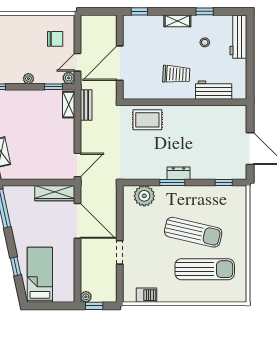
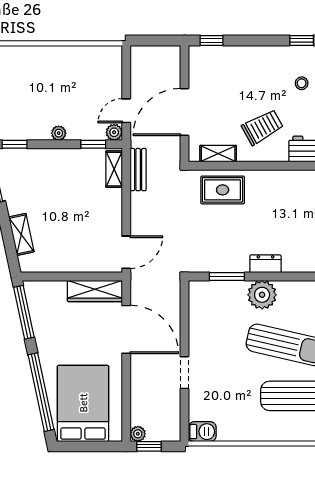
shelving: (177, 21) -> (218, 154), moved
chair: (55, 39) -> (95, 78), removed
trolley: (176, 74) -> (262, 127), turned -32
window: (172, 183) -> (227, 276), moved
plant: (144, 196) -> (262, 295), moved
window: (16, 266) -> (41, 392), width x3.17
bed: (40, 275) -> (83, 403), width x1.50
barbecue: (147, 295) -> (202, 432), moved

